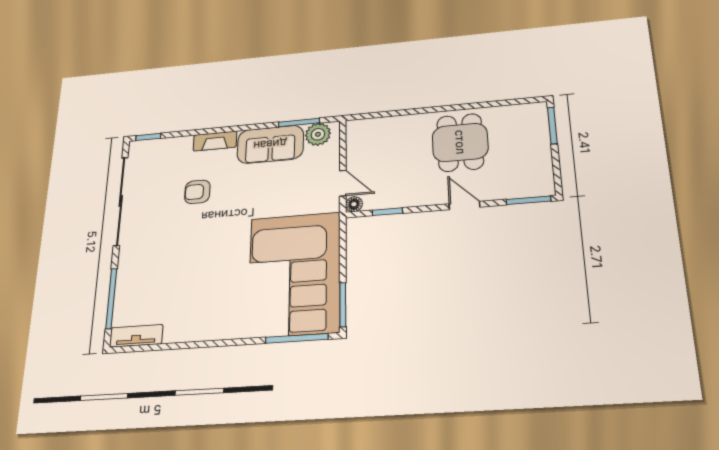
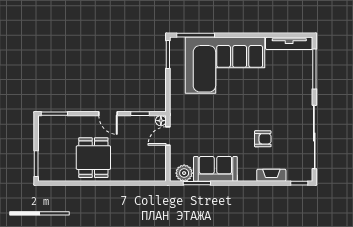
fireplace: (215, 141) -> (271, 175), moved
door: (343, 183) -> (168, 136), hinge flipped
door: (464, 205) -> (108, 114), moved
corner sofa: (294, 274) -> (225, 65), moved, turned 90
tv unit: (136, 336) -> (289, 43), width x1.41

